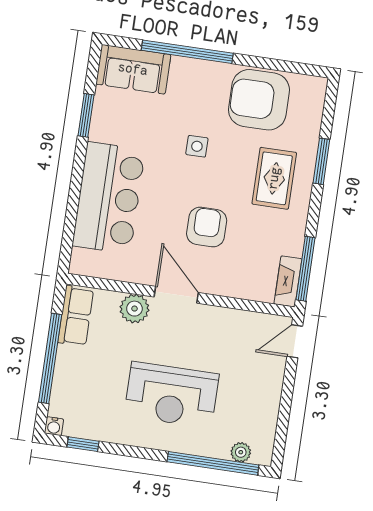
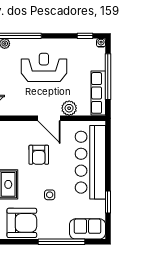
bar counter: (109, 198) -> (90, 162), width x1.36
row of seats: (76, 316) -> (98, 93), width x1.48

